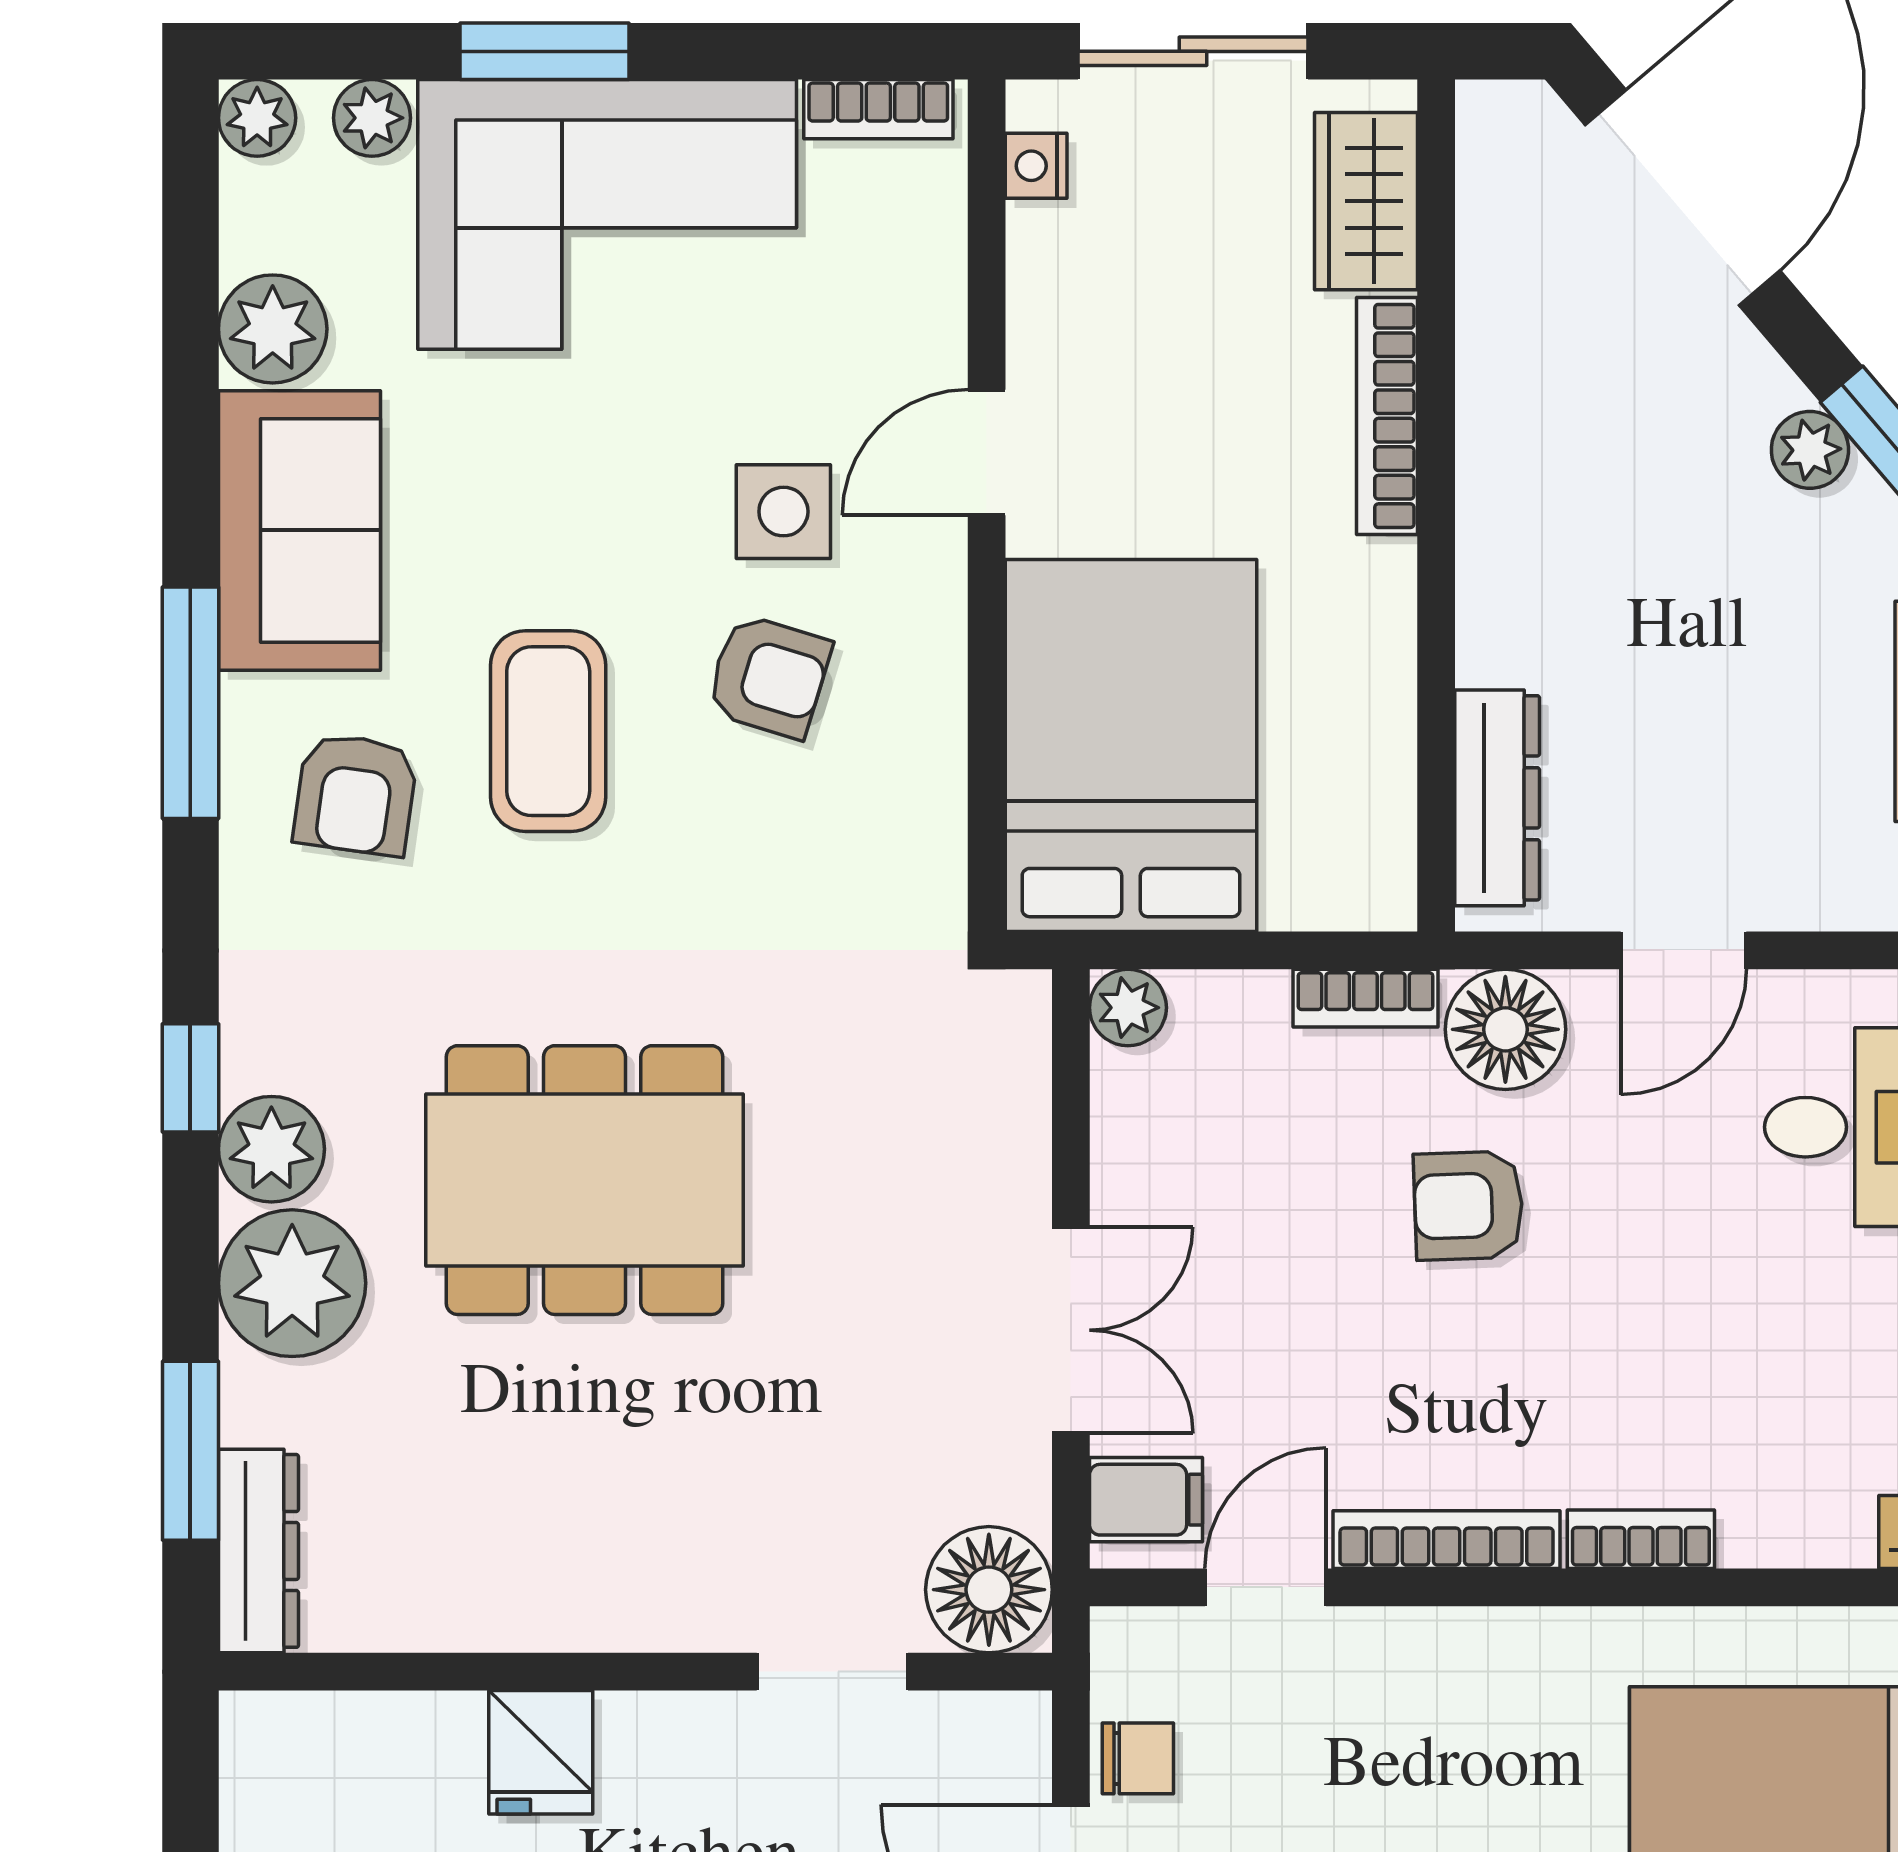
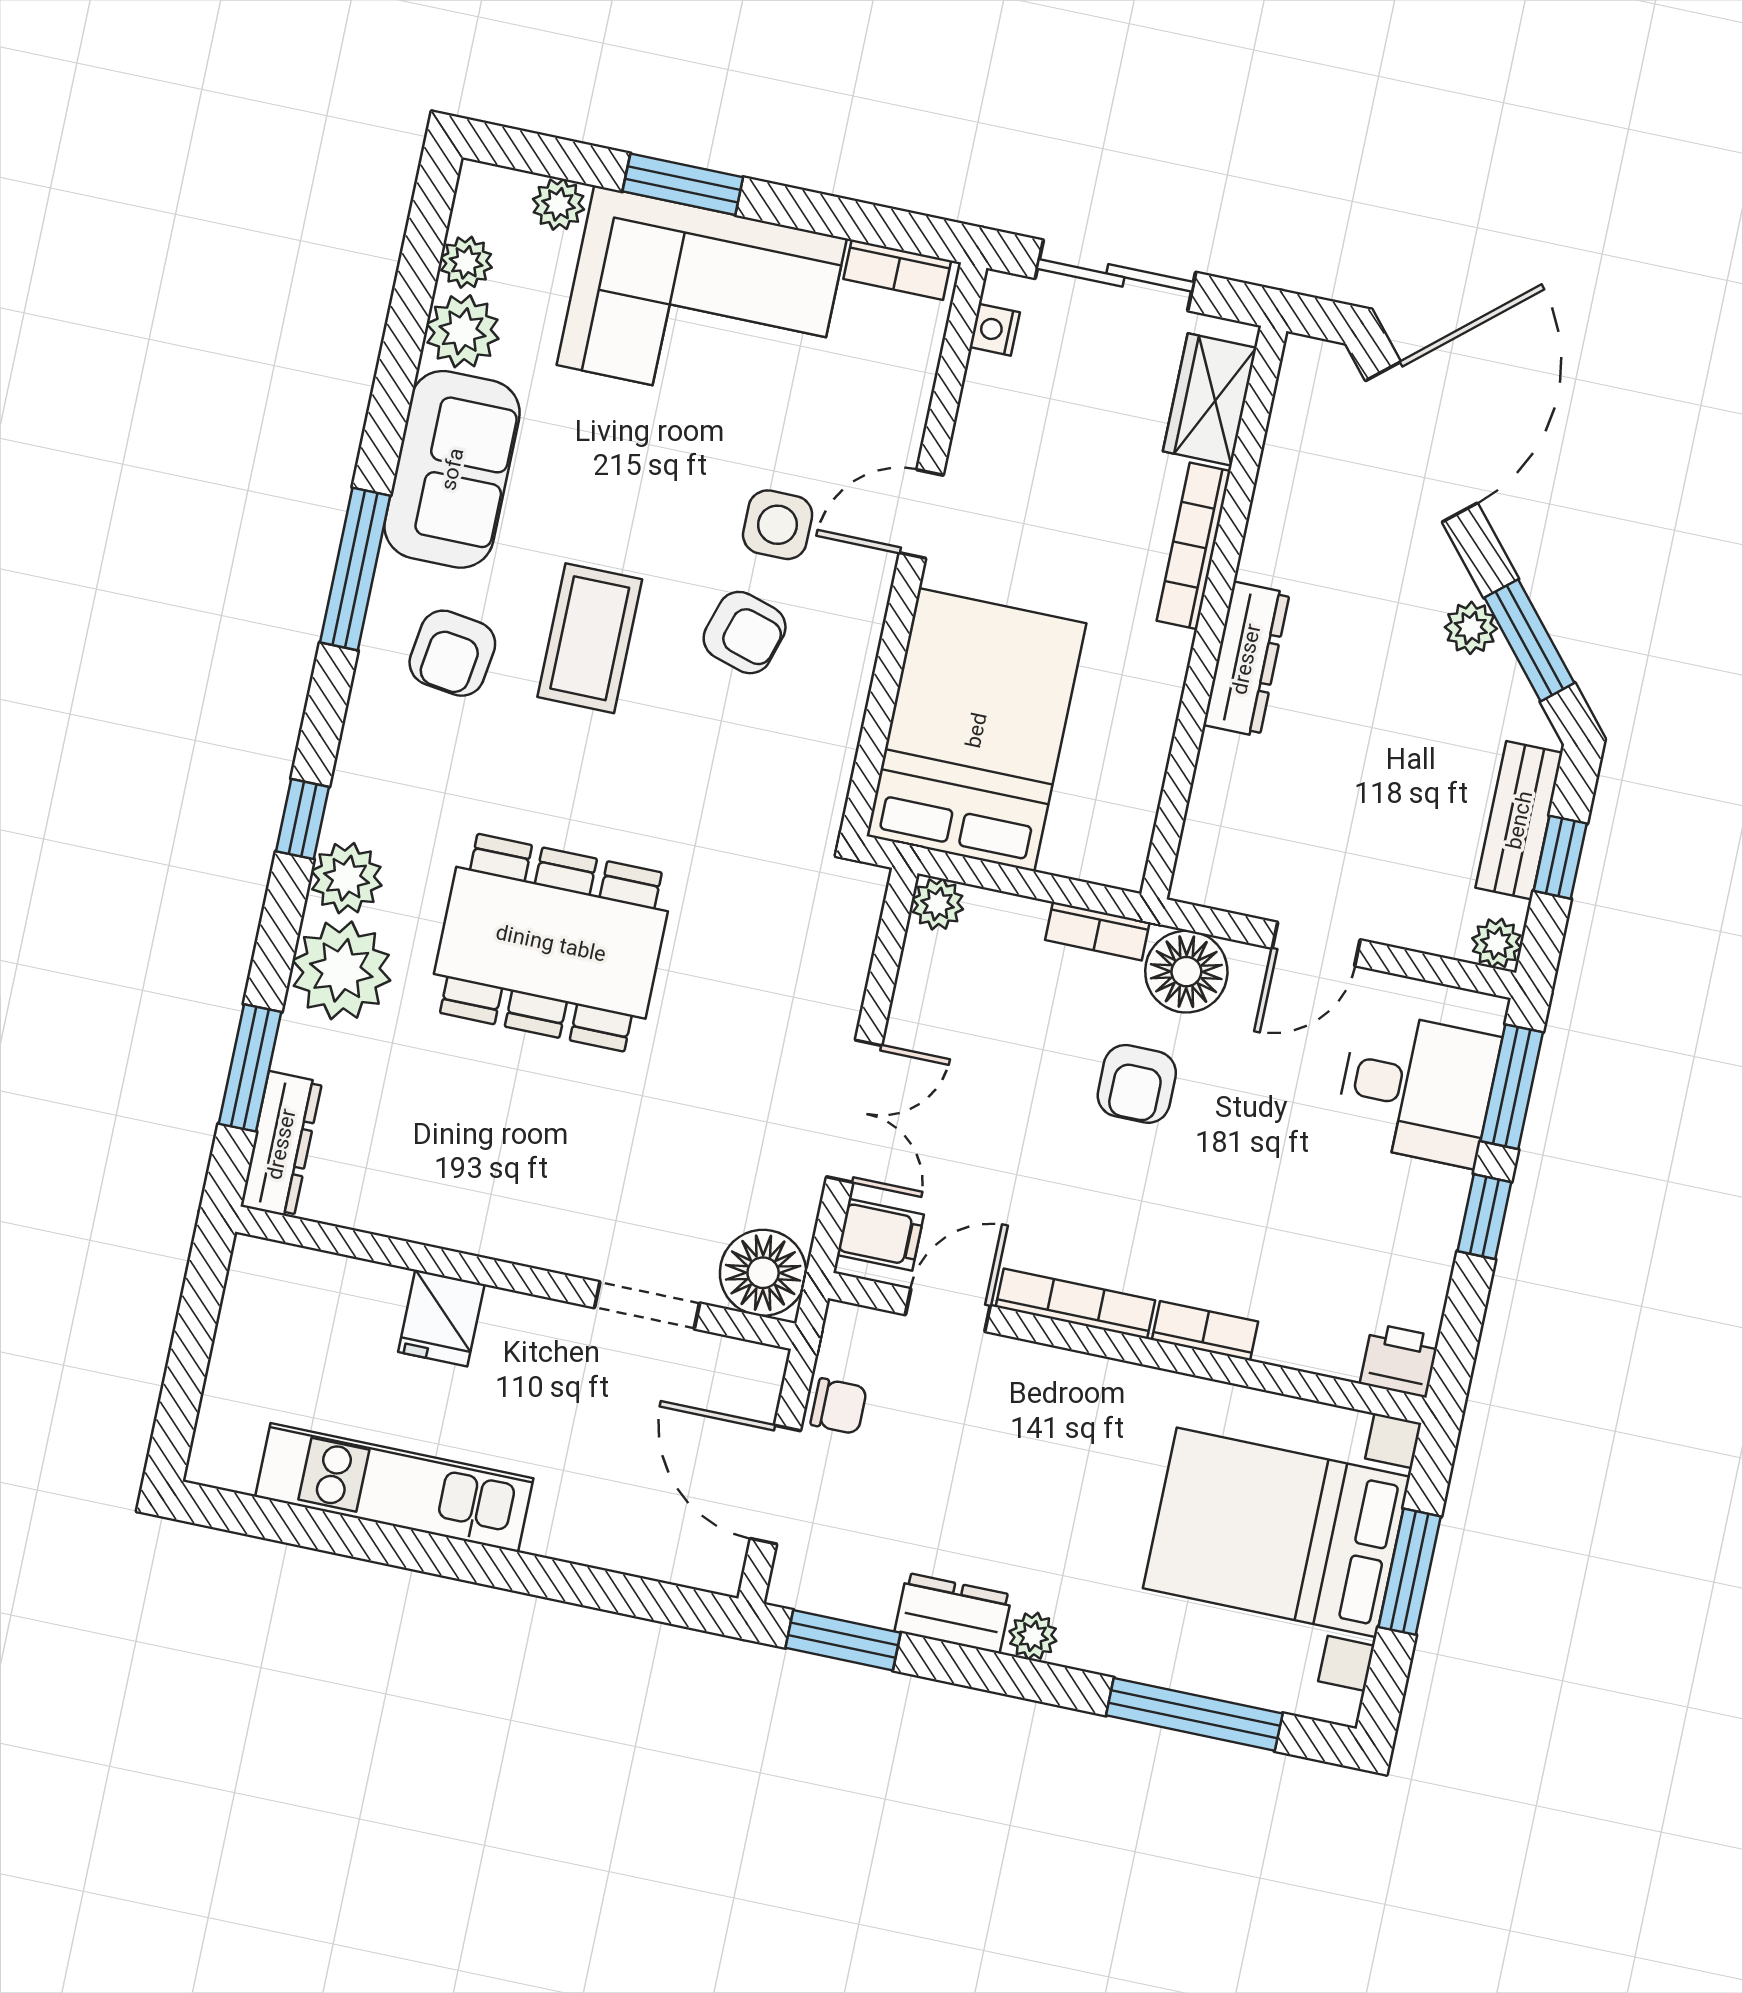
plant: (257, 118) -> (466, 262), moved
dresser: (1497, 798) -> (1246, 659), moved
armchair: (1468, 1206) -> (1137, 1084), turned -88

